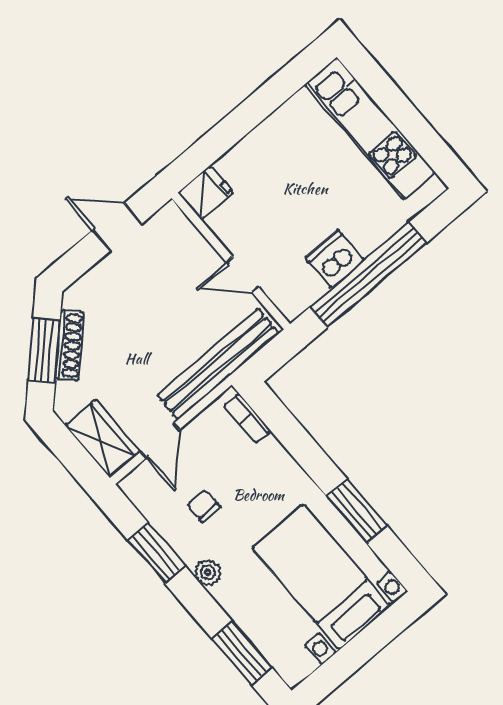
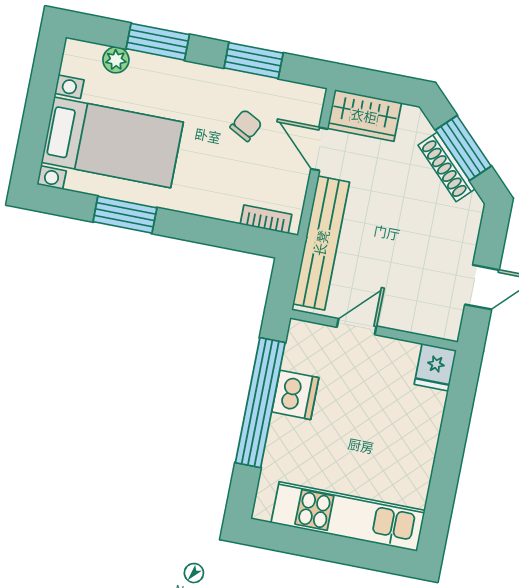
chair: (204, 506) -> (246, 126), turned -62
plant: (208, 572) -> (116, 60), moved
window: (242, 653) -> (158, 42), moved

